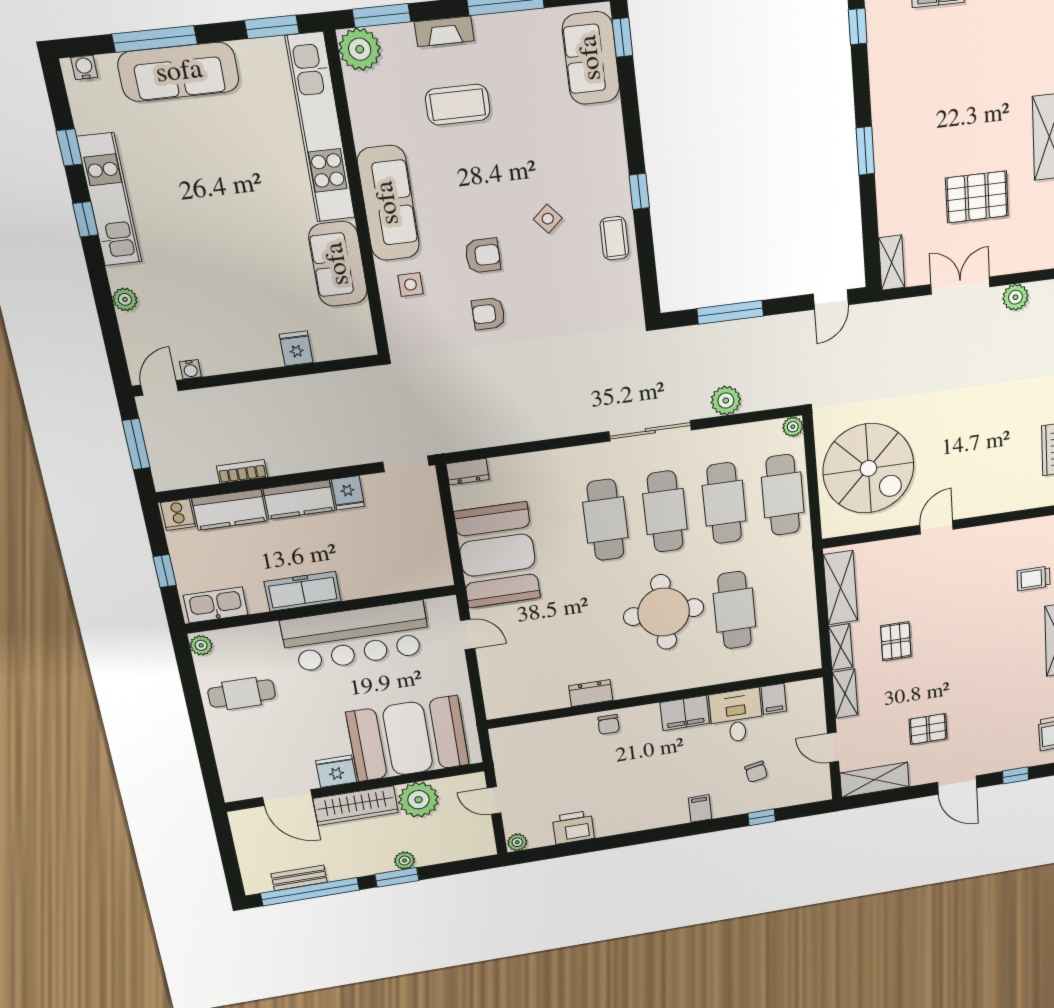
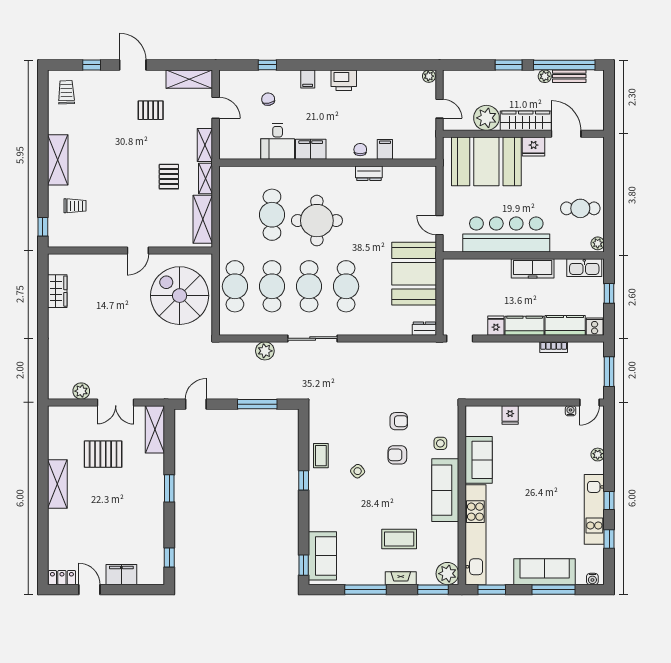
shelving: (892, 263) -> (155, 429), width x1.50, depth x1.33
plant: (793, 427) -> (225, 329), removed
filing cabinet: (774, 699) -> (385, 149), moved
printer: (573, 827) -> (344, 80), moved
plant: (405, 860) -> (545, 76), moved

